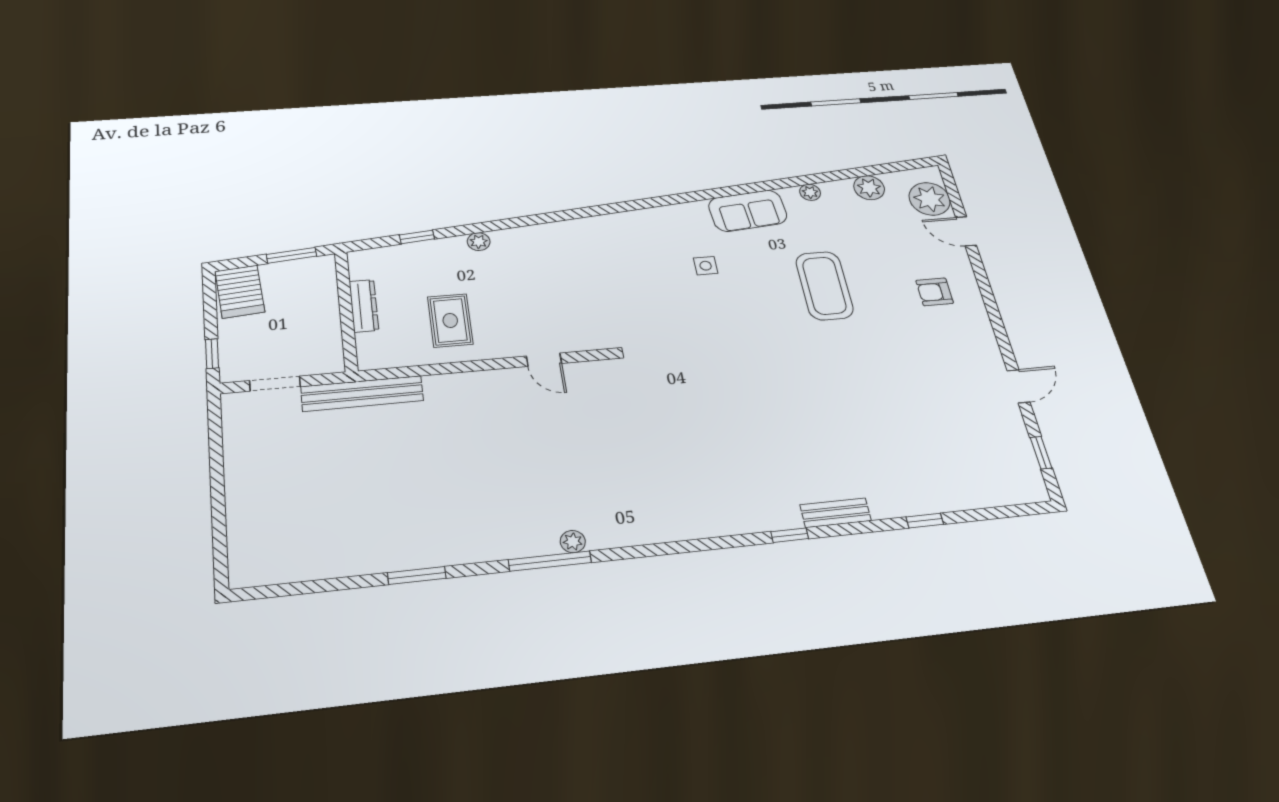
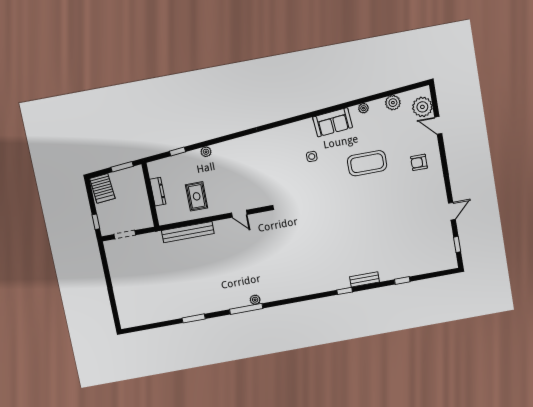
coffee table: (824, 286) -> (367, 163), turned 90
bench: (362, 394) -> (188, 232), moved

